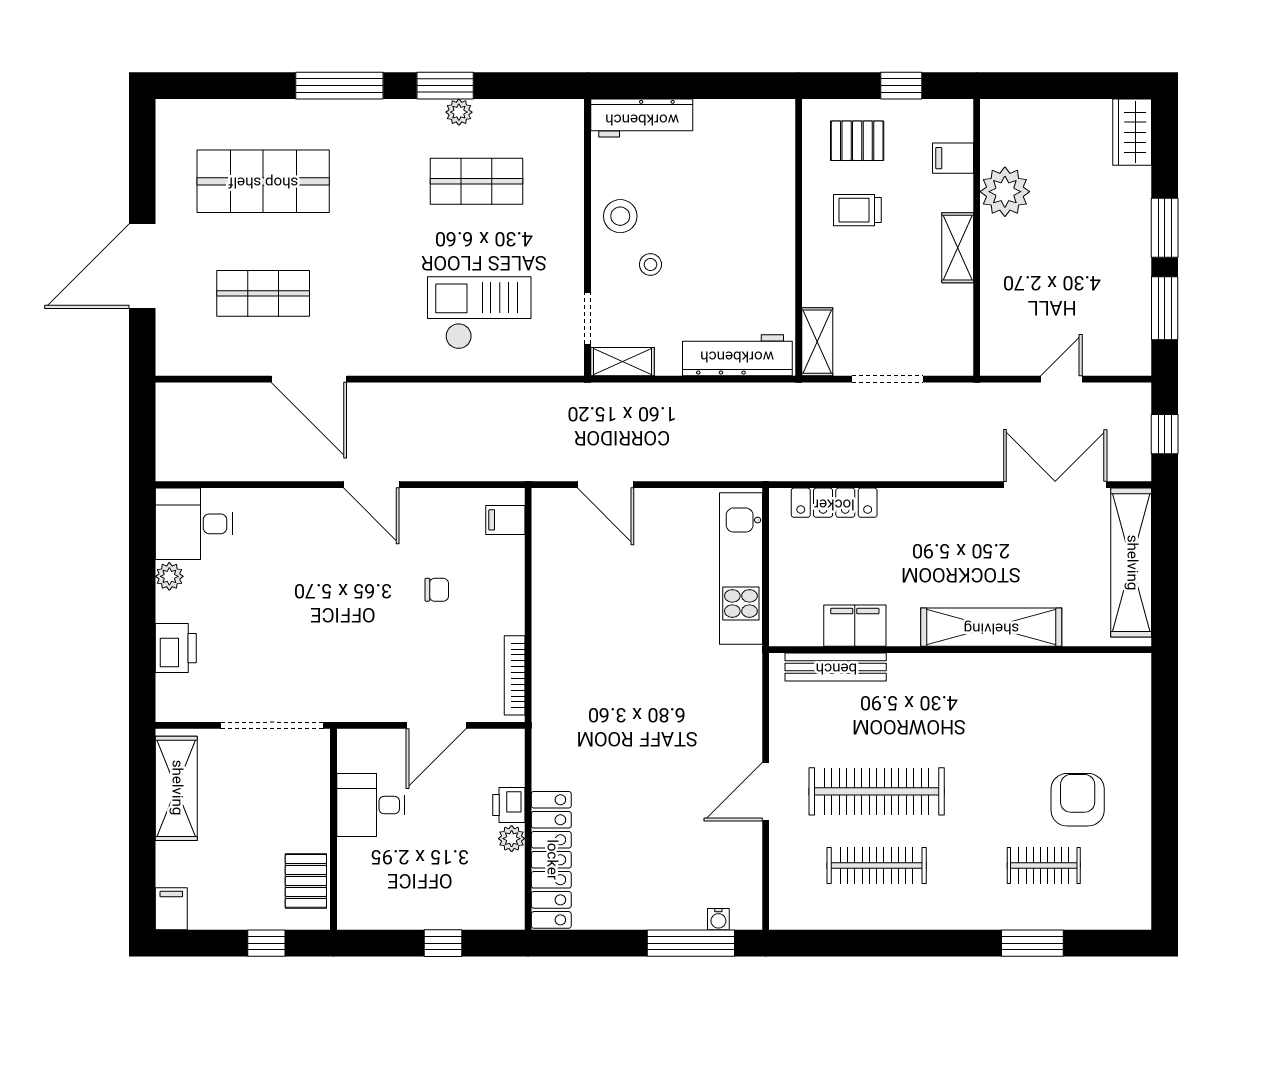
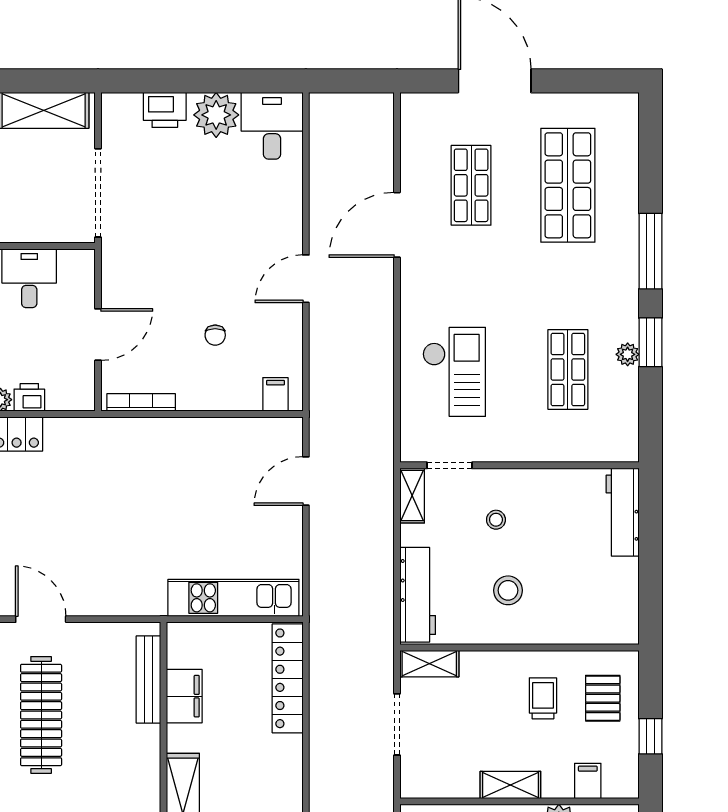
stool: (620, 216) -> (508, 590), moved
locker: (834, 503) -> (288, 678), width x1.41, depth x1.21
plant: (169, 576) -> (216, 115), width x1.87, depth x1.87
door: (436, 725) -> (98, 335), swing flipped

